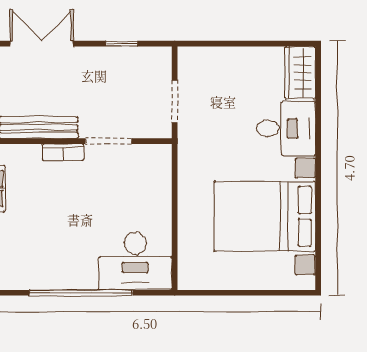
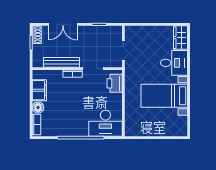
double door: (42, 44) -> (63, 24), swing flipped
printer: (155, 173) -> (115, 83), added
bed with nightstands: (265, 216) -> (164, 96), width x0.73

